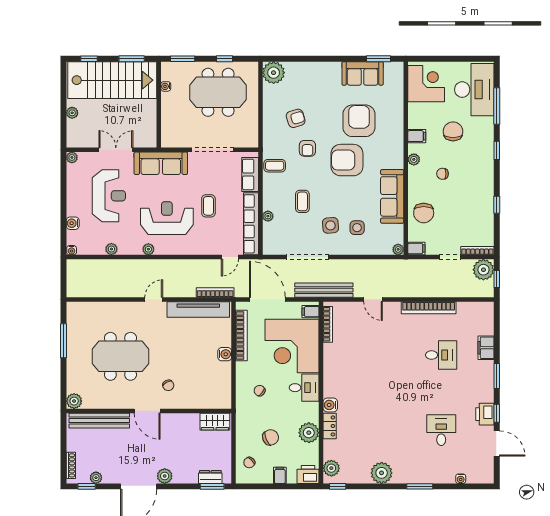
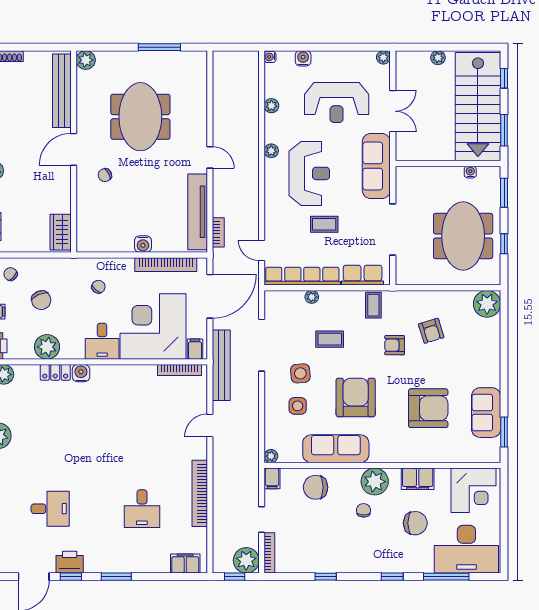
filing cabinet: (417, 136) -> (418, 479), width x2.00
plant: (414, 159) -> (375, 482), width x1.87, depth x1.87
armchair: (347, 160) -> (356, 397), moved
bookcase: (215, 292) -> (218, 232), width x0.64
filing cabinet: (486, 348) -> (185, 563), moved

